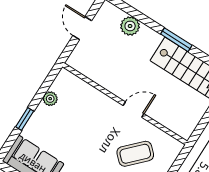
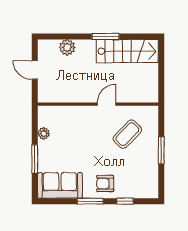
window: (25, 119) -> (35, 159), width x1.50

